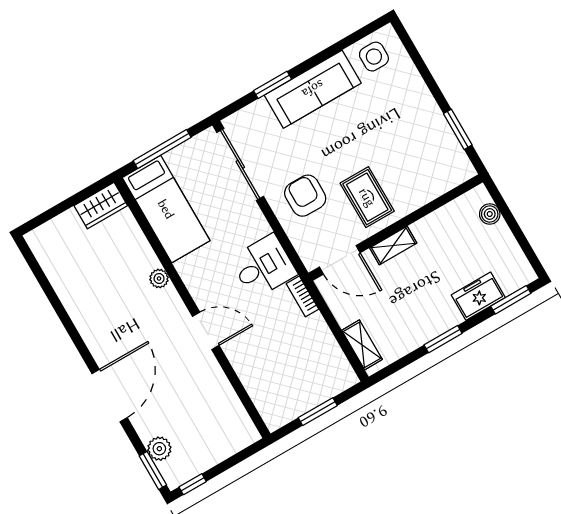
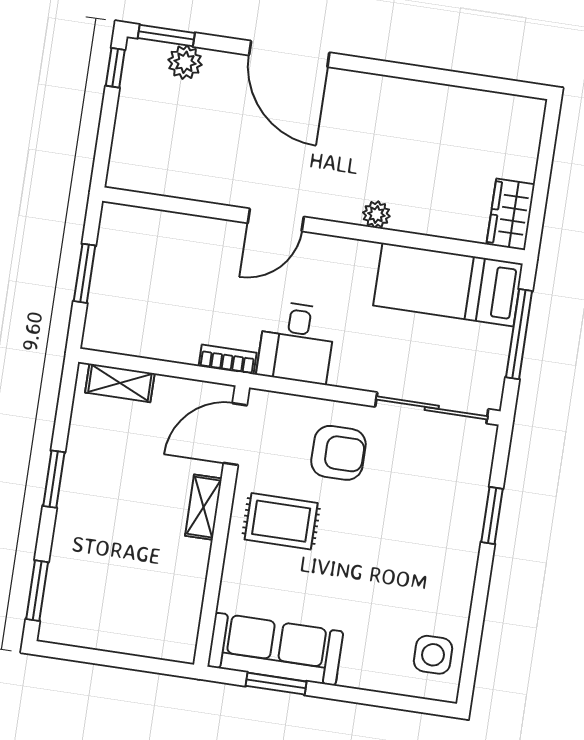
sofa: (313, 89) -> (275, 649), moved, turned 90
boiler: (490, 214) -> (152, 644), removed
freezer: (478, 296) -> (70, 557), removed

